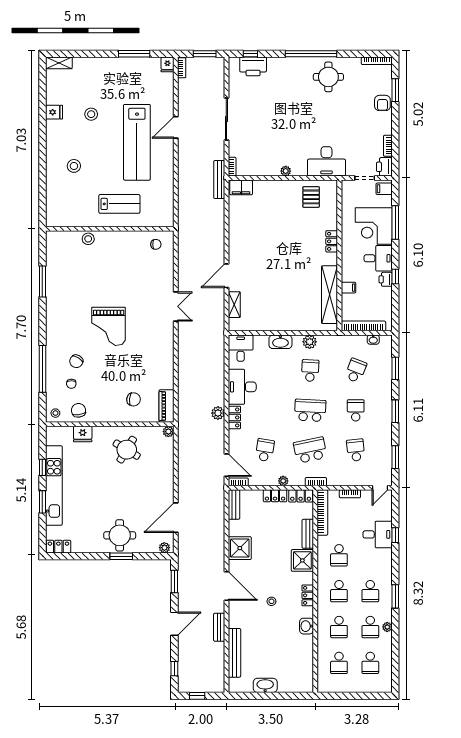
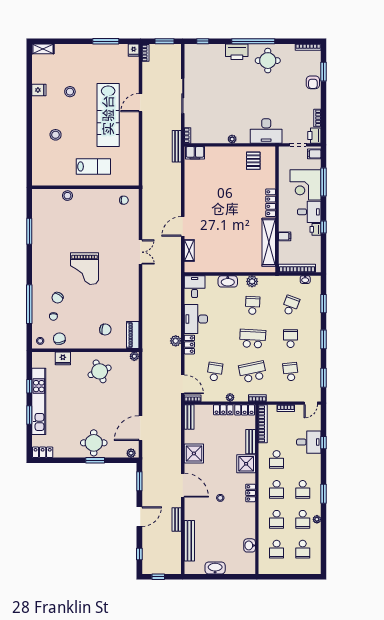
printer: (253, 66) -> (237, 52), moved
locker: (332, 241) -> (271, 203), width x1.53
round table: (127, 450) -> (100, 371), turned 37
washbasin: (307, 626) -> (250, 545), moved

